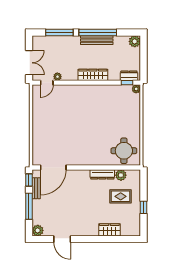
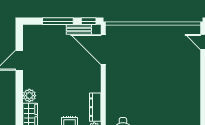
plant: (38, 230) -> (29, 96), moved

